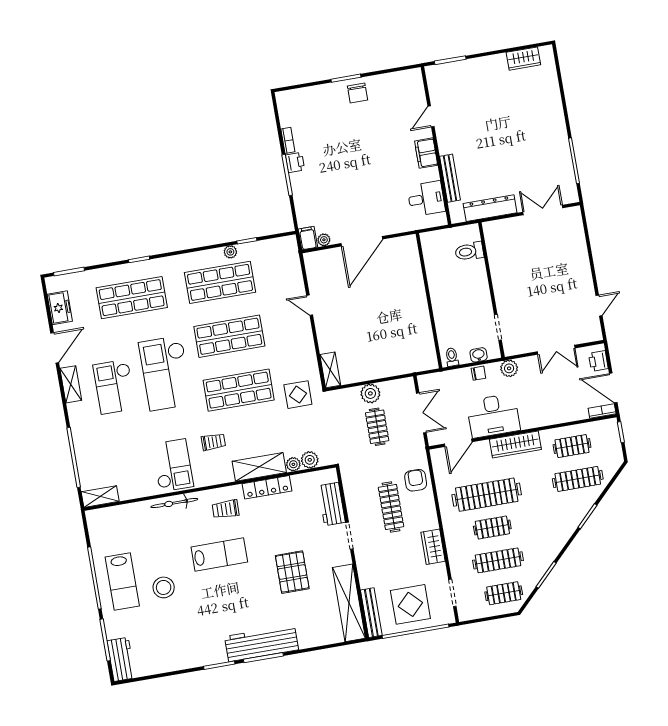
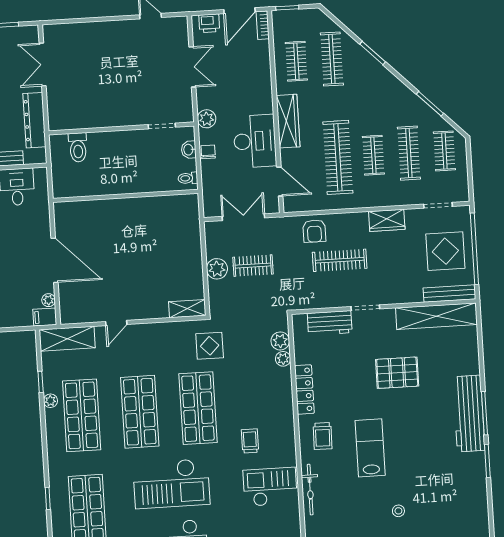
shelving: (259, 467) -> (67, 339), moved, turned 90
armchair: (416, 480) -> (314, 231), turned -91
stool: (164, 587) -> (398, 511), width x0.53, depth x0.53

